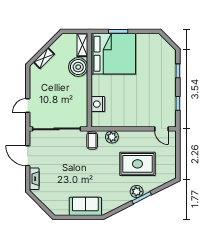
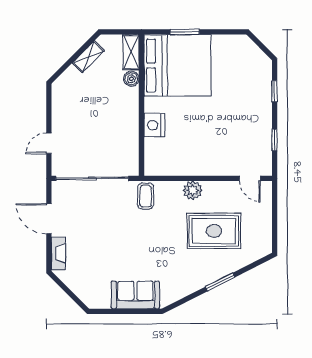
shelving: (44, 58) -> (88, 57), moved
boiler: (78, 67) -> (131, 79), width x0.54, depth x0.54
nightstand: (98, 104) -> (154, 125), moved
plant: (112, 137) -> (193, 190), moved
plant: (137, 192) -> (213, 273), removed

